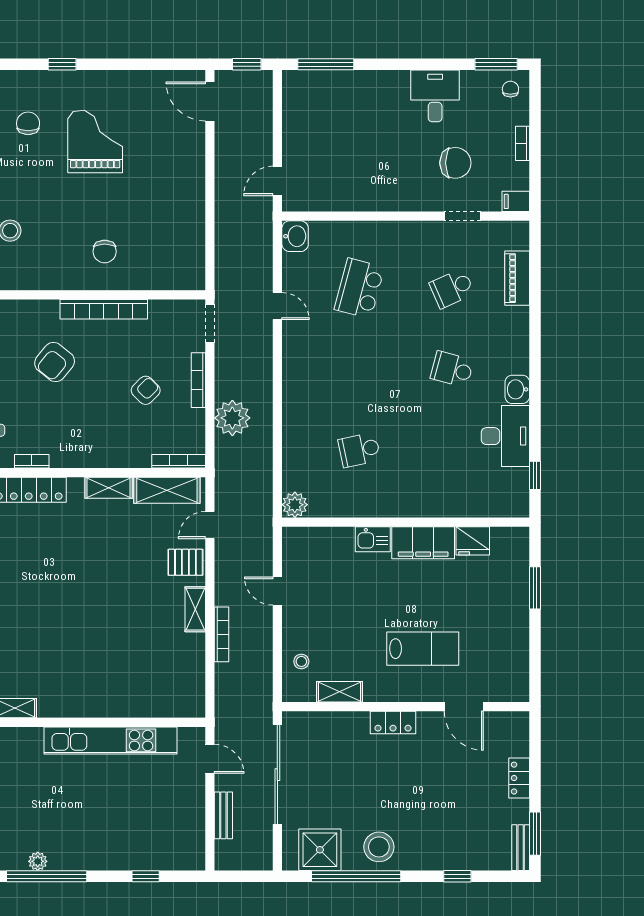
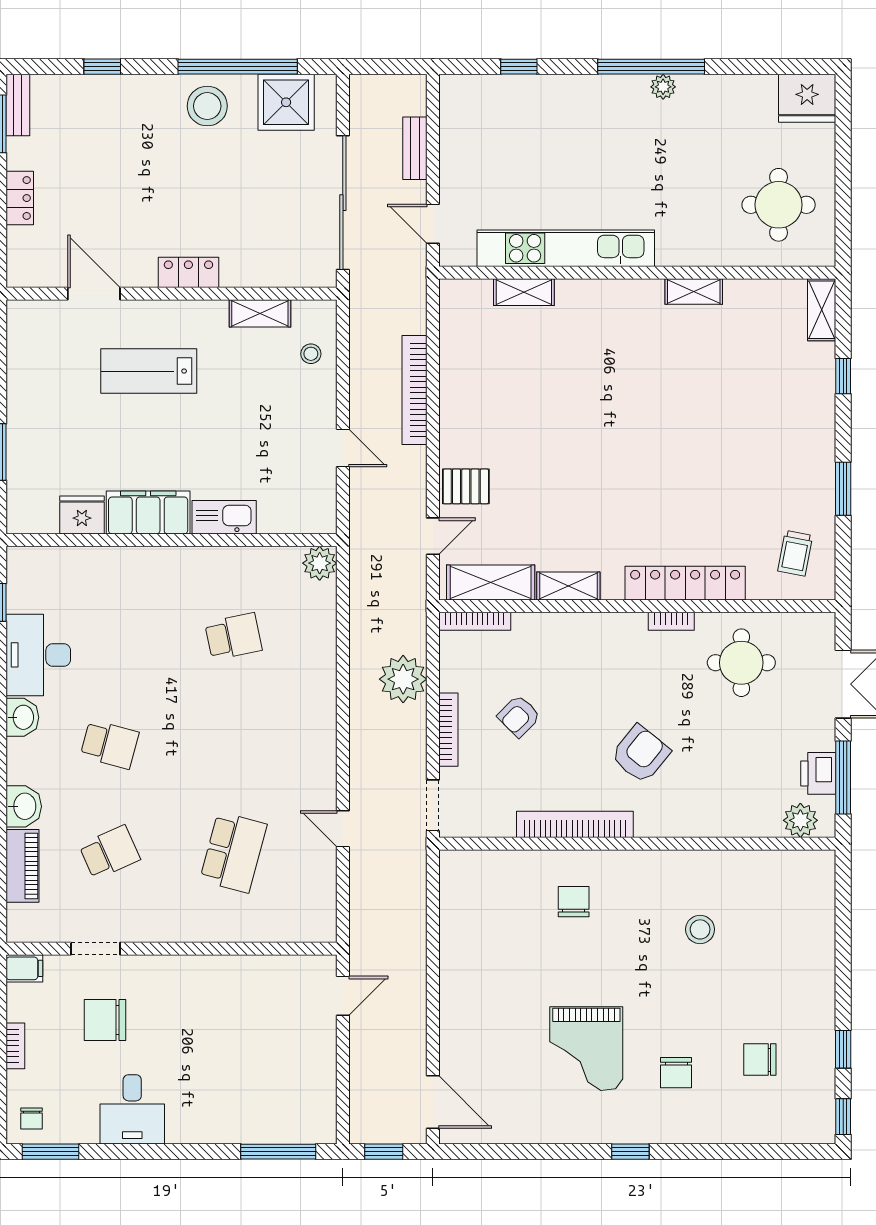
washbasin: (295, 236) -> (24, 806), moved, turned 180
kitchen sink: (373, 539) -> (224, 517), width x1.38
shelving: (195, 609) -> (524, 292), moved, turned 90
bookcase: (222, 634) -> (415, 390), width x1.48, depth x1.31

